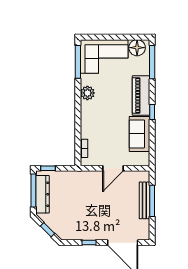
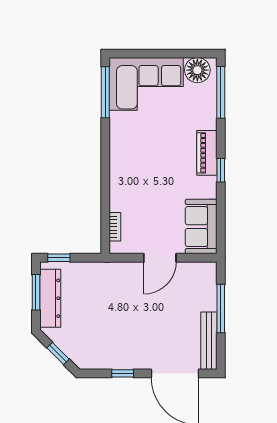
plant: (87, 93) -> (120, 141), removed
piano: (141, 96) -> (207, 153), width x0.73, depth x0.75
sofa: (139, 134) -> (201, 227), moved
window: (33, 190) -> (36, 292), width x0.69
bench: (144, 200) -> (209, 341), moved

